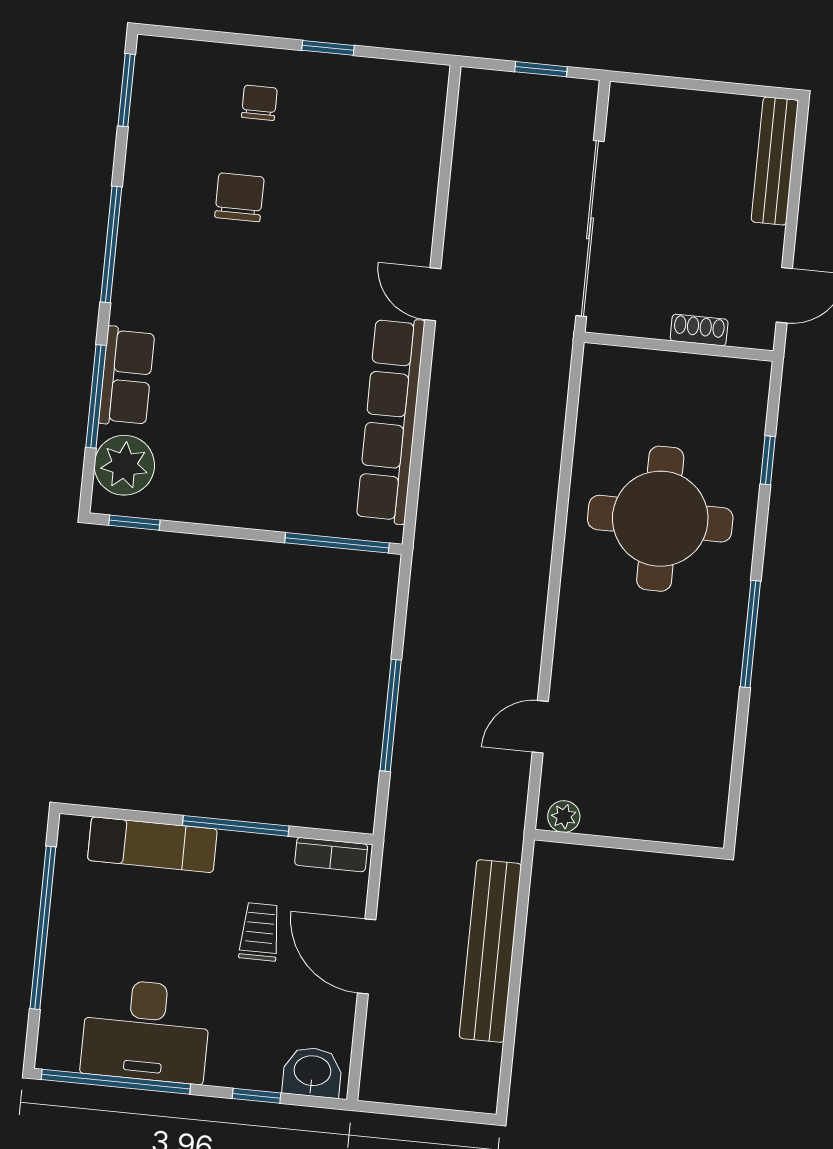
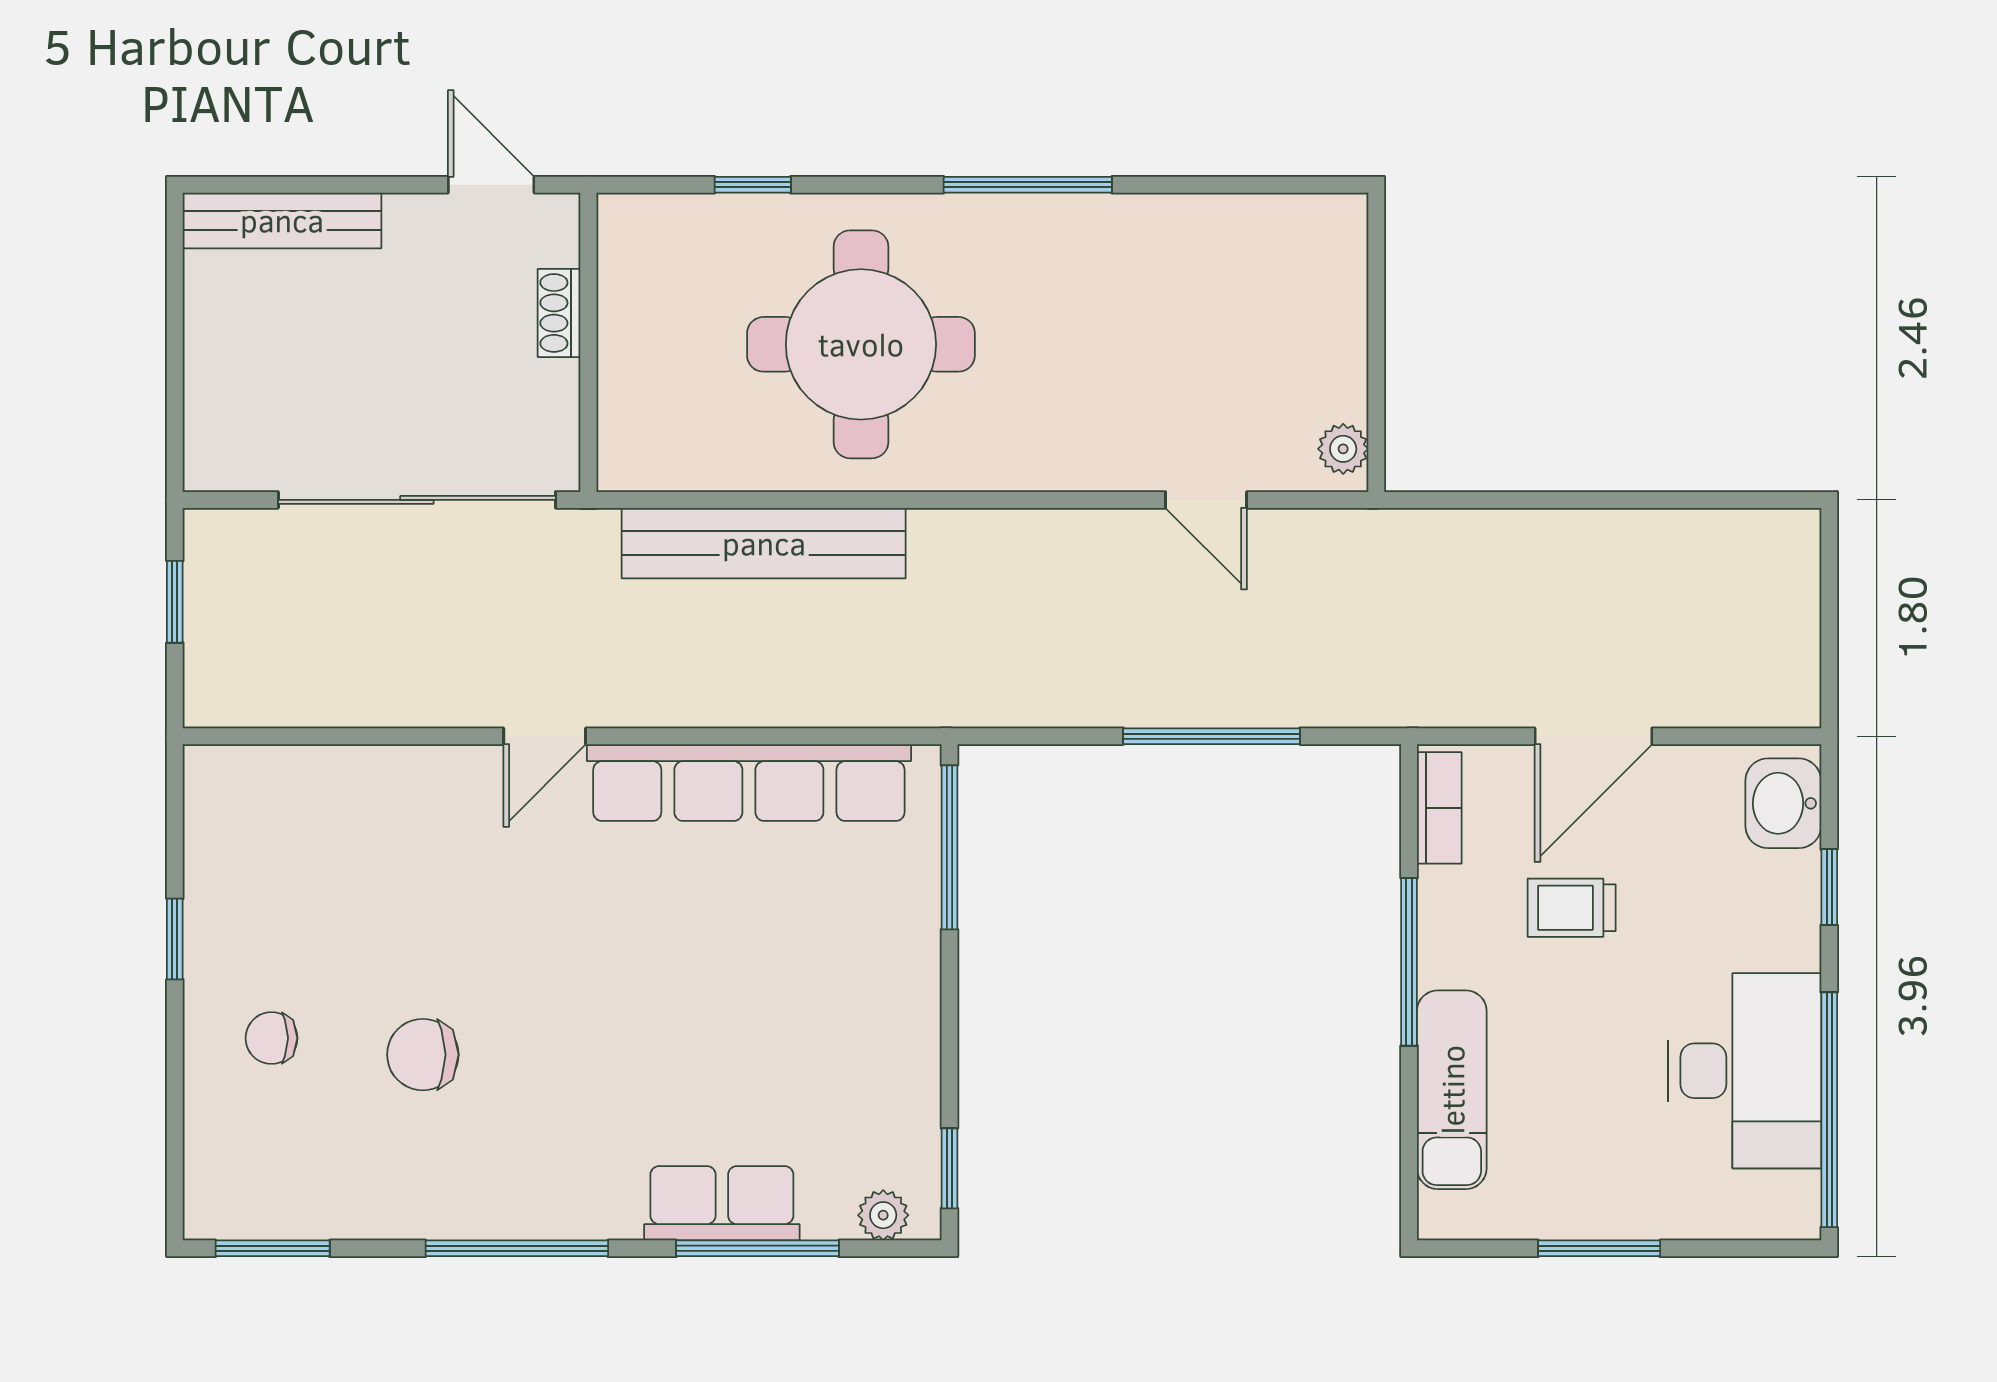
plant: (124, 465) -> (883, 1215), width x0.53, depth x0.53
window: (43, 928) -> (1599, 1248), width x0.47
bench: (490, 951) -> (764, 543), moved

